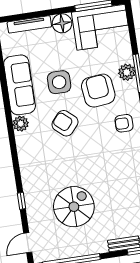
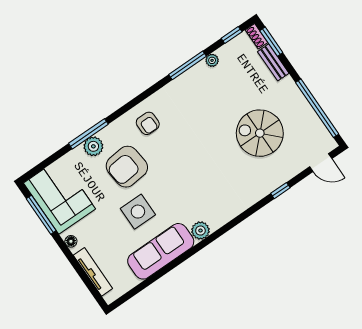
floor lamp: (62, 23) -> (71, 241), width x0.53, depth x0.53
armchair: (65, 123) -> (178, 185), removed

